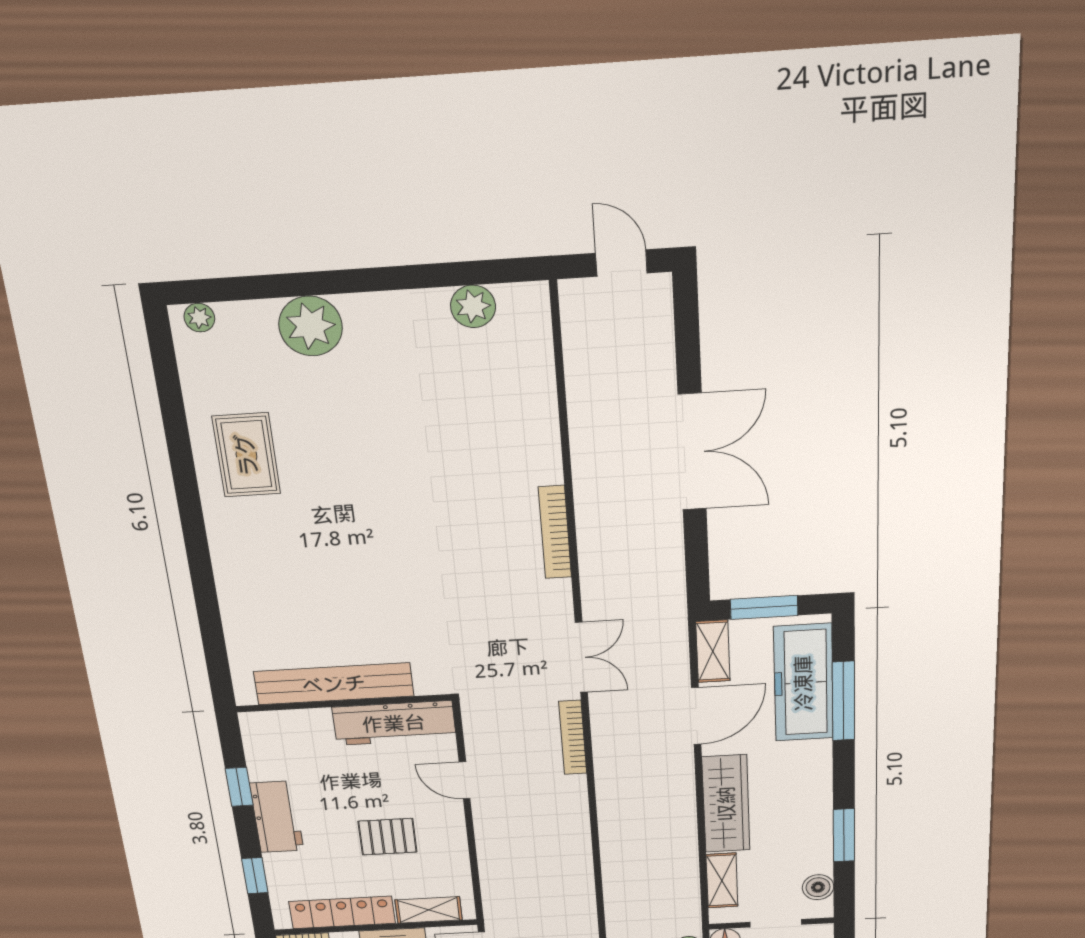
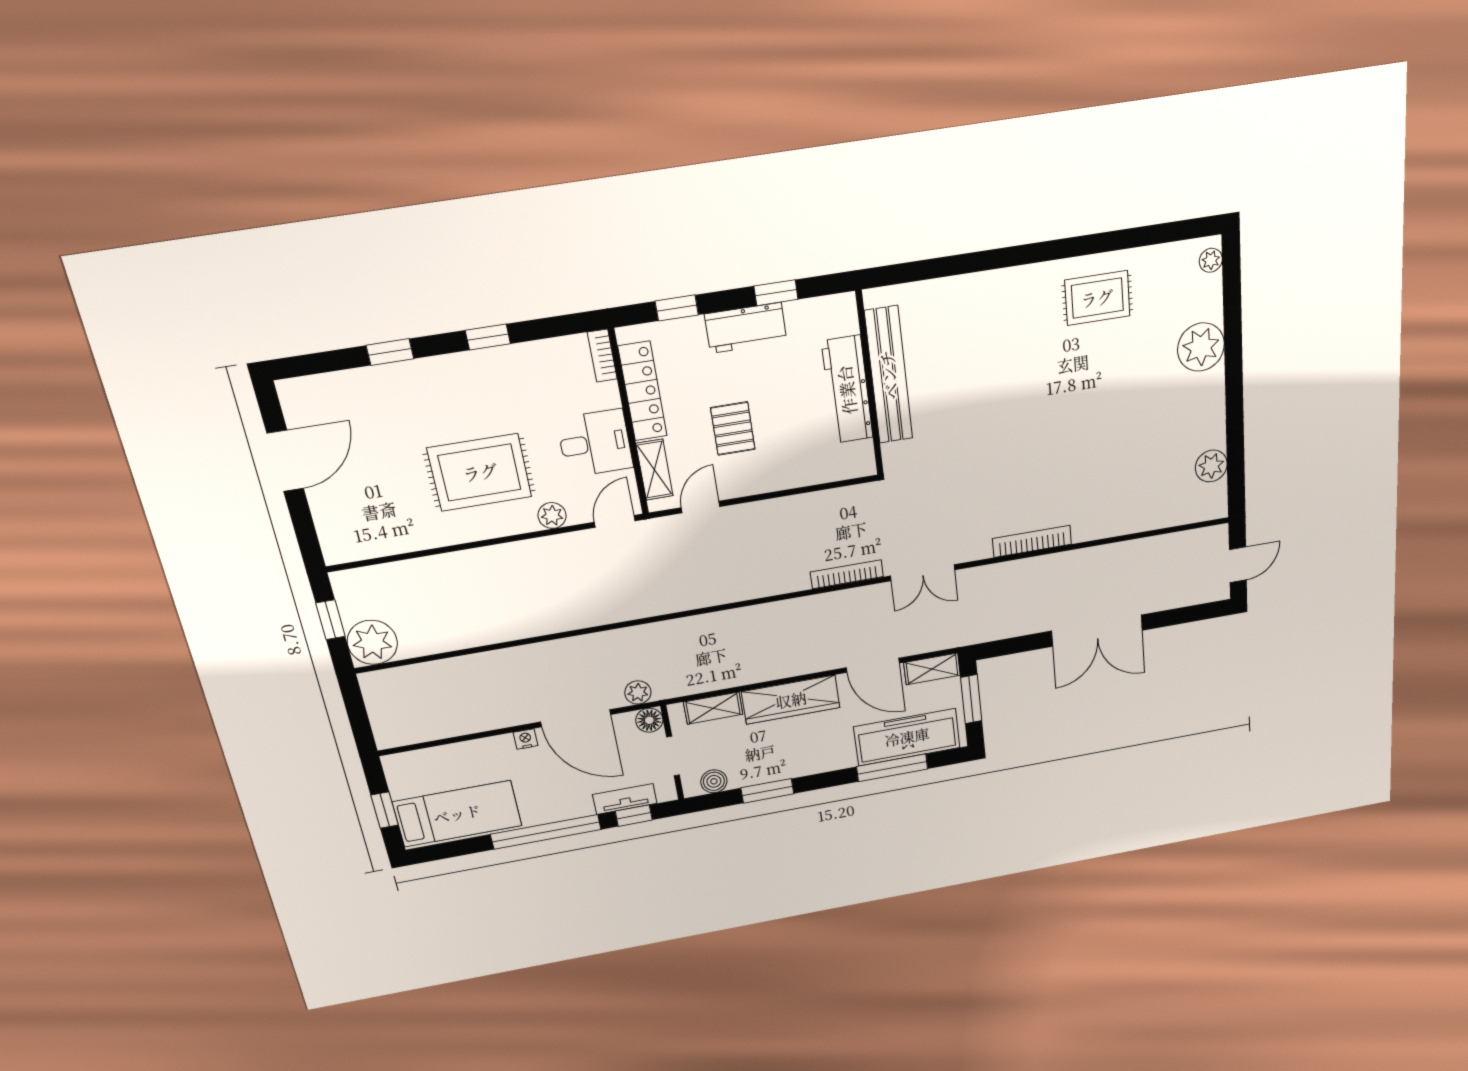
workbench: (394, 723) -> (847, 390), moved
door: (465, 780) -> (701, 507), moved

